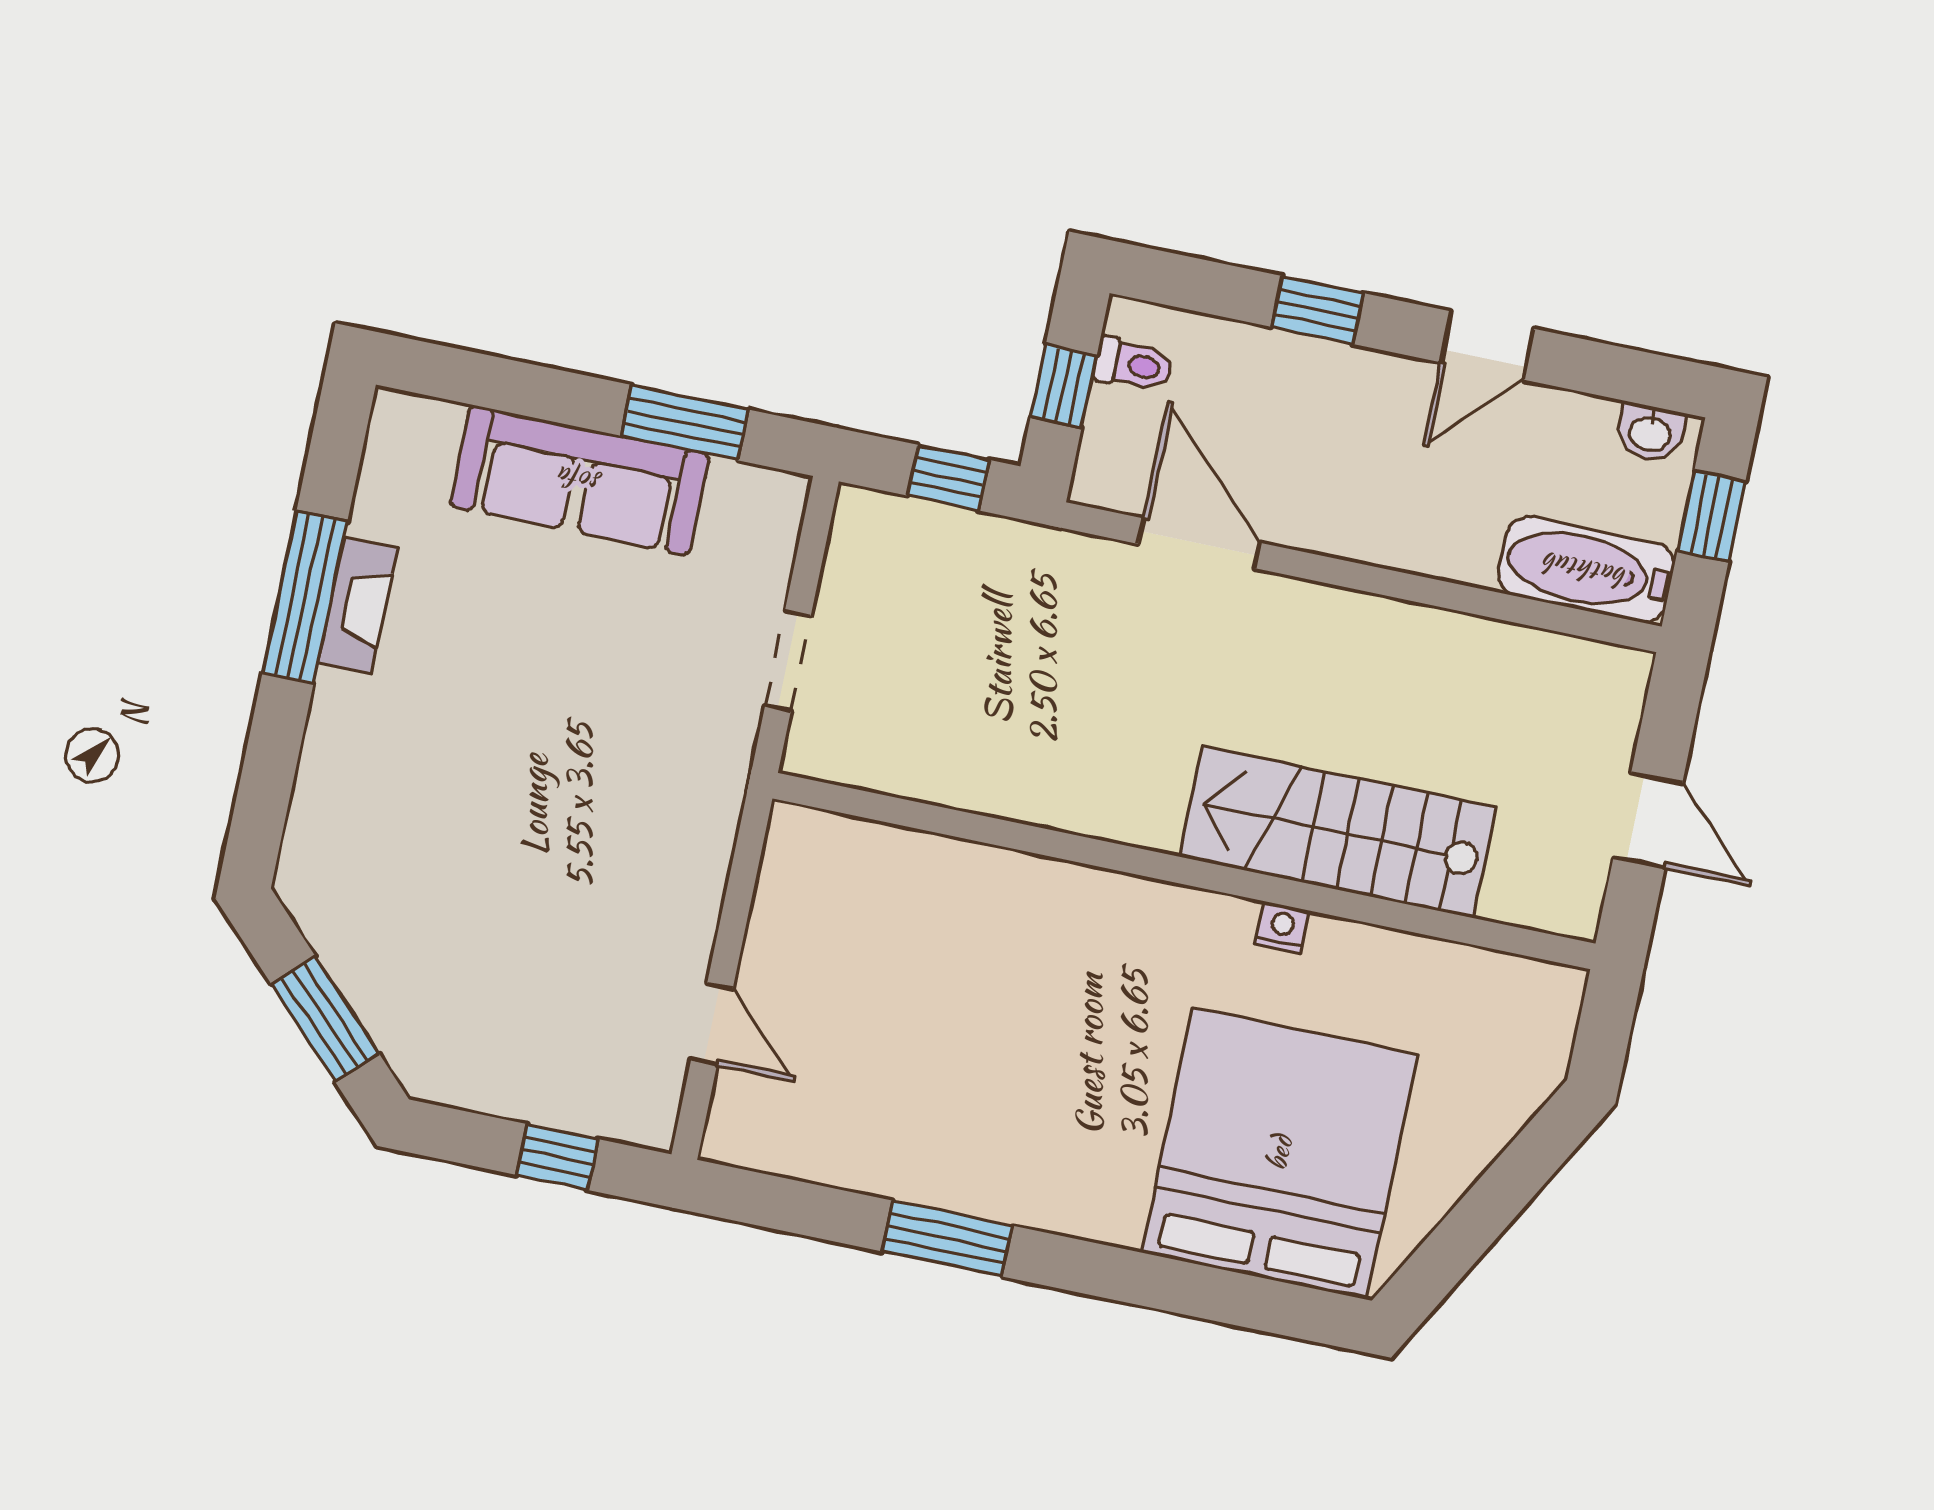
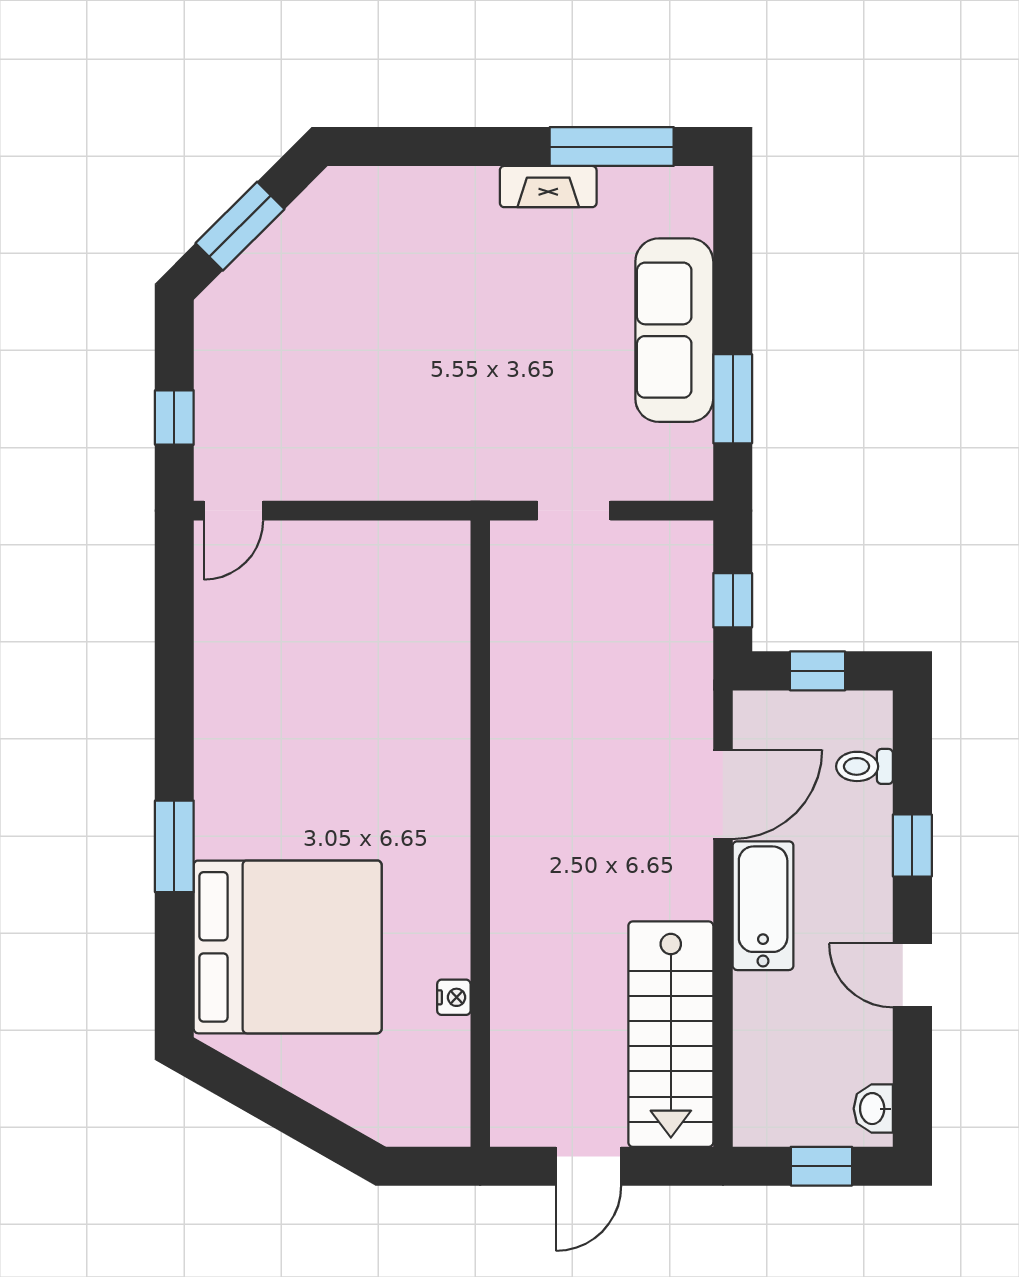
toilet: (1133, 365) -> (864, 766), moved, turned 90
bathtub: (1586, 570) -> (763, 906), moved
window: (305, 597) -> (612, 147), moved
stairs: (1338, 832) -> (671, 1034), moved, turned 180
nightstand: (1282, 927) -> (454, 997), moved
door: (712, 1024) -> (233, 511), moved
window: (947, 1238) -> (174, 846), moved

